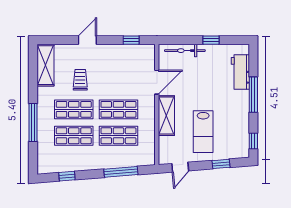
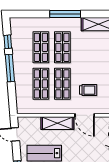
trolley: (80, 80) -> (88, 90), moved
window: (33, 122) -> (65, 14), moved
window: (121, 172) -> (10, 68), moved

